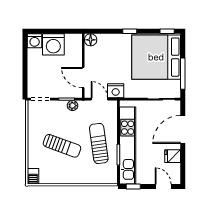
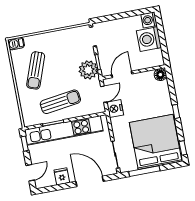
plant: (73, 106) -> (88, 70), width x1.88, depth x1.88
sun lounger: (62, 146) -> (36, 70), moved

